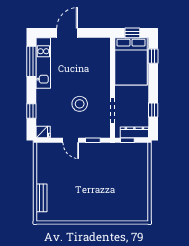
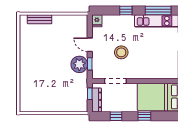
window: (153, 56) -> (144, 116), moved
window: (31, 111) -> (126, 11), moved
door: (71, 140) -> (90, 45), hinge flipped
plant: (93, 152) -> (79, 64), added

